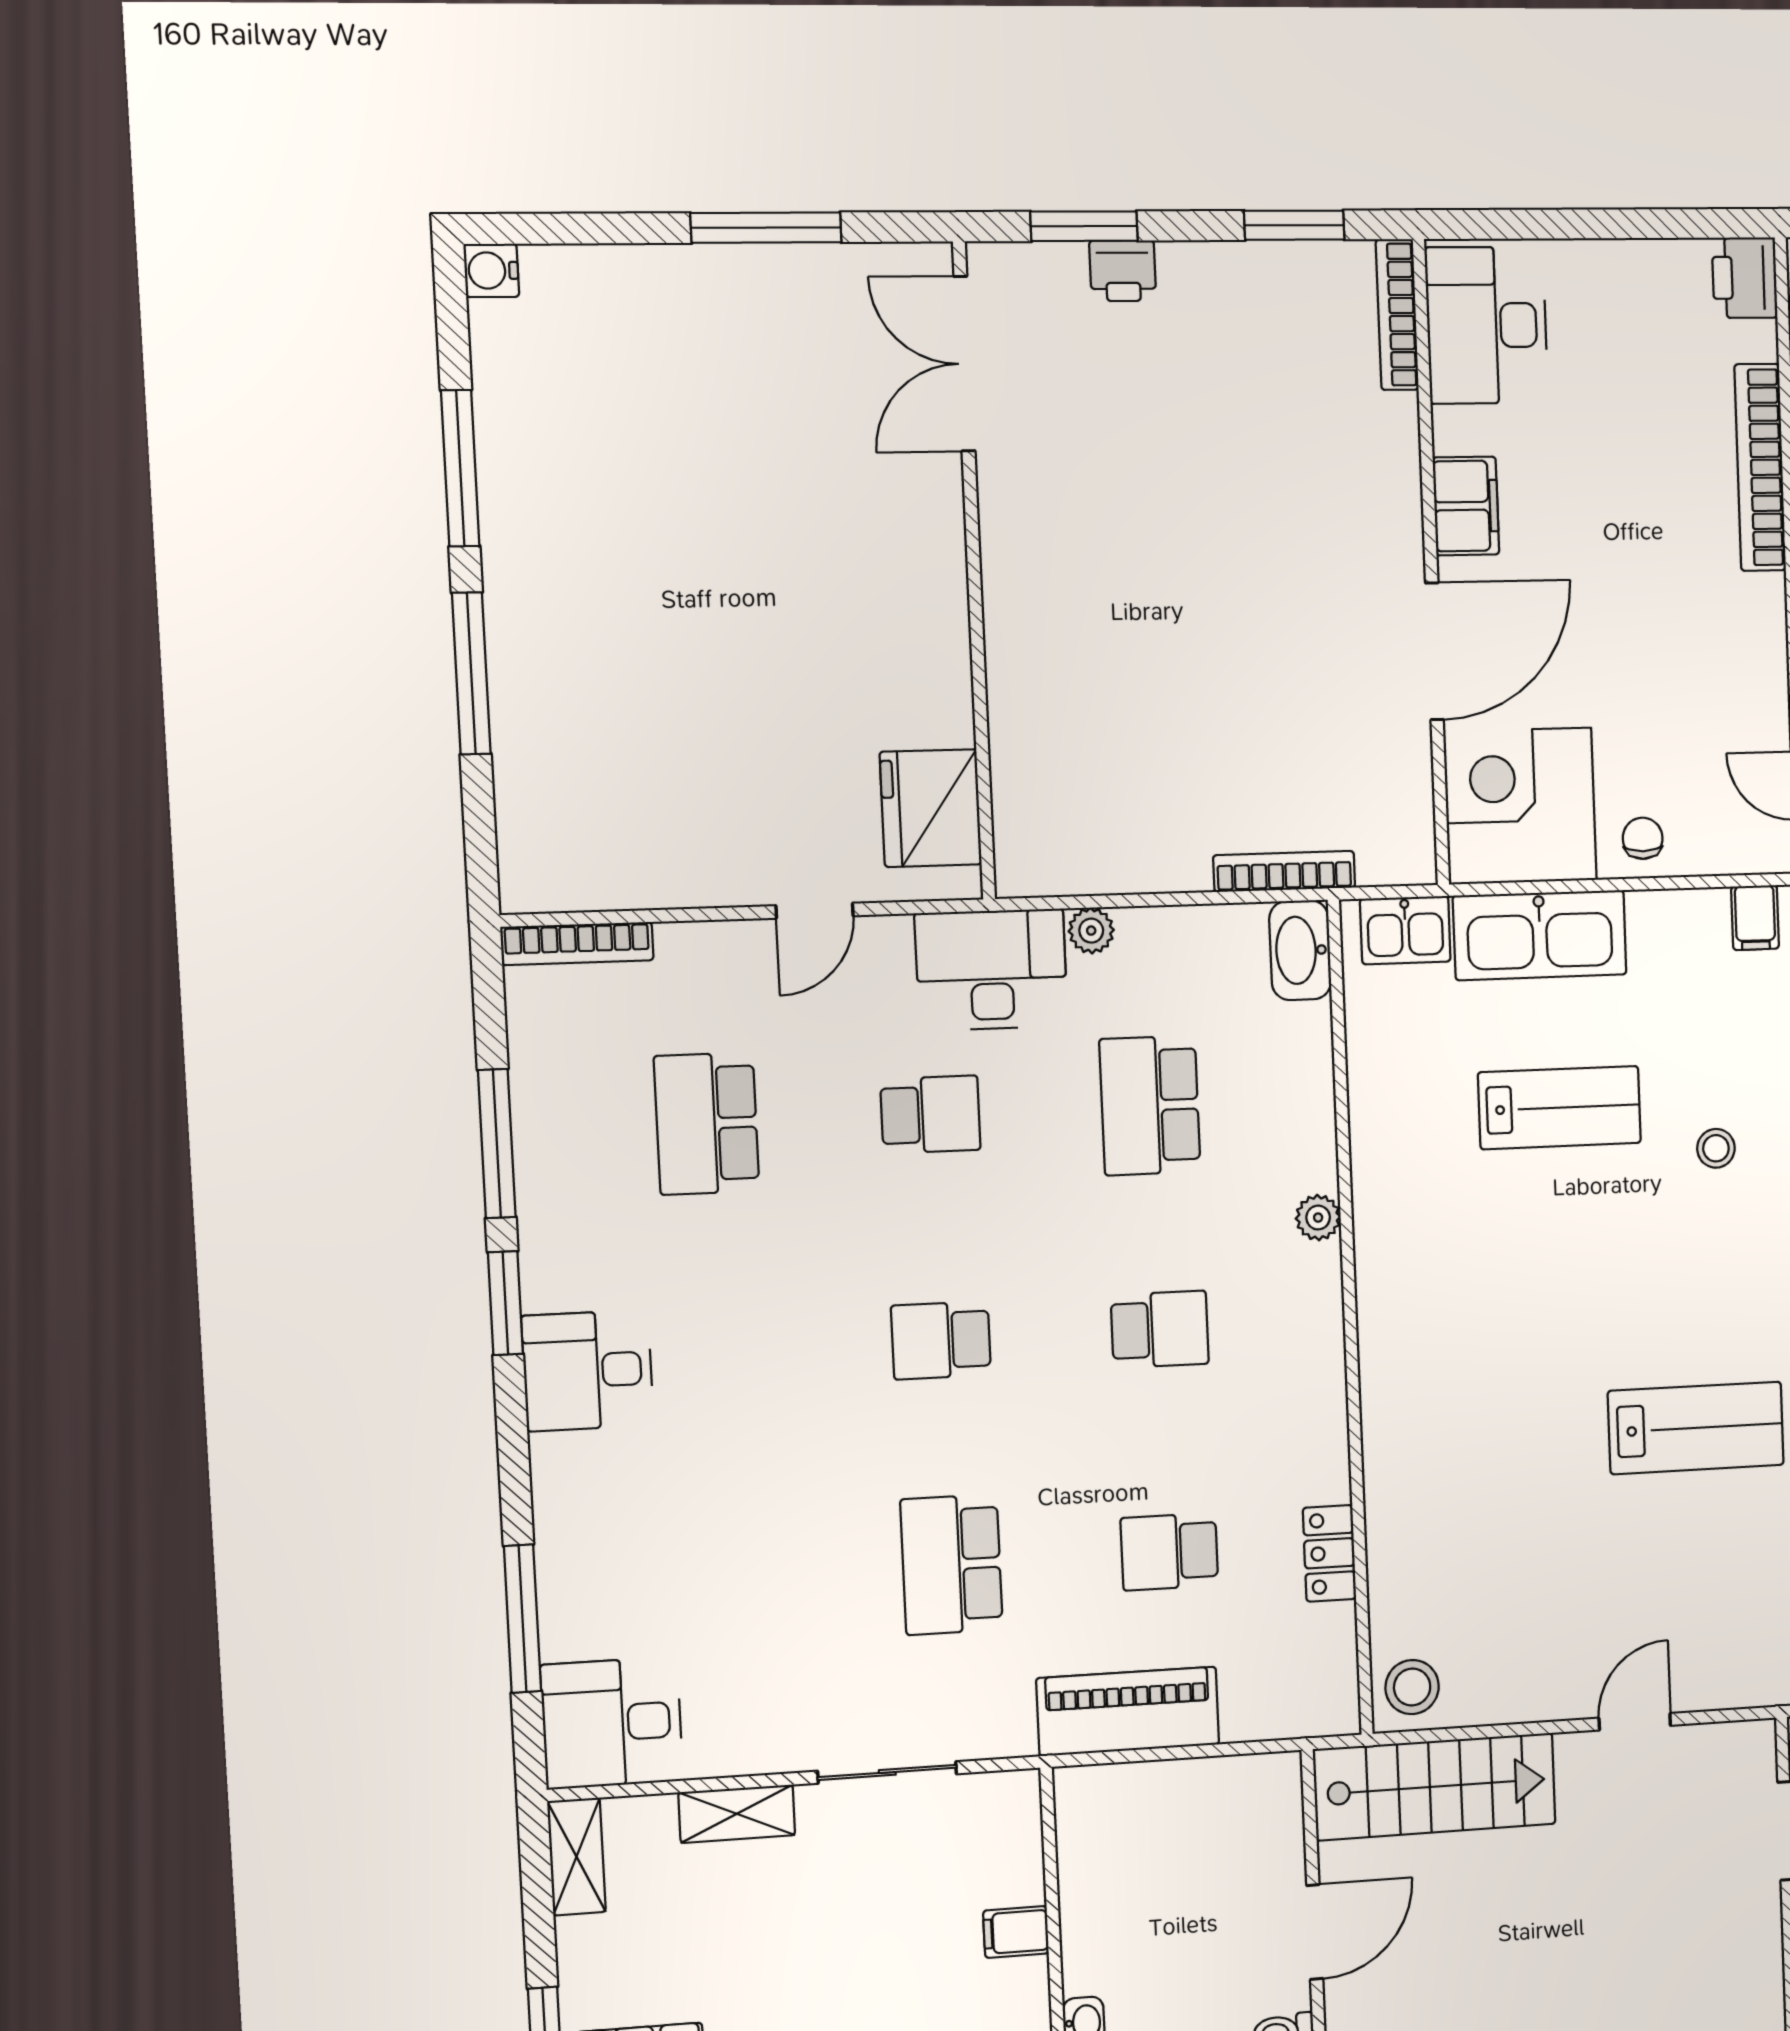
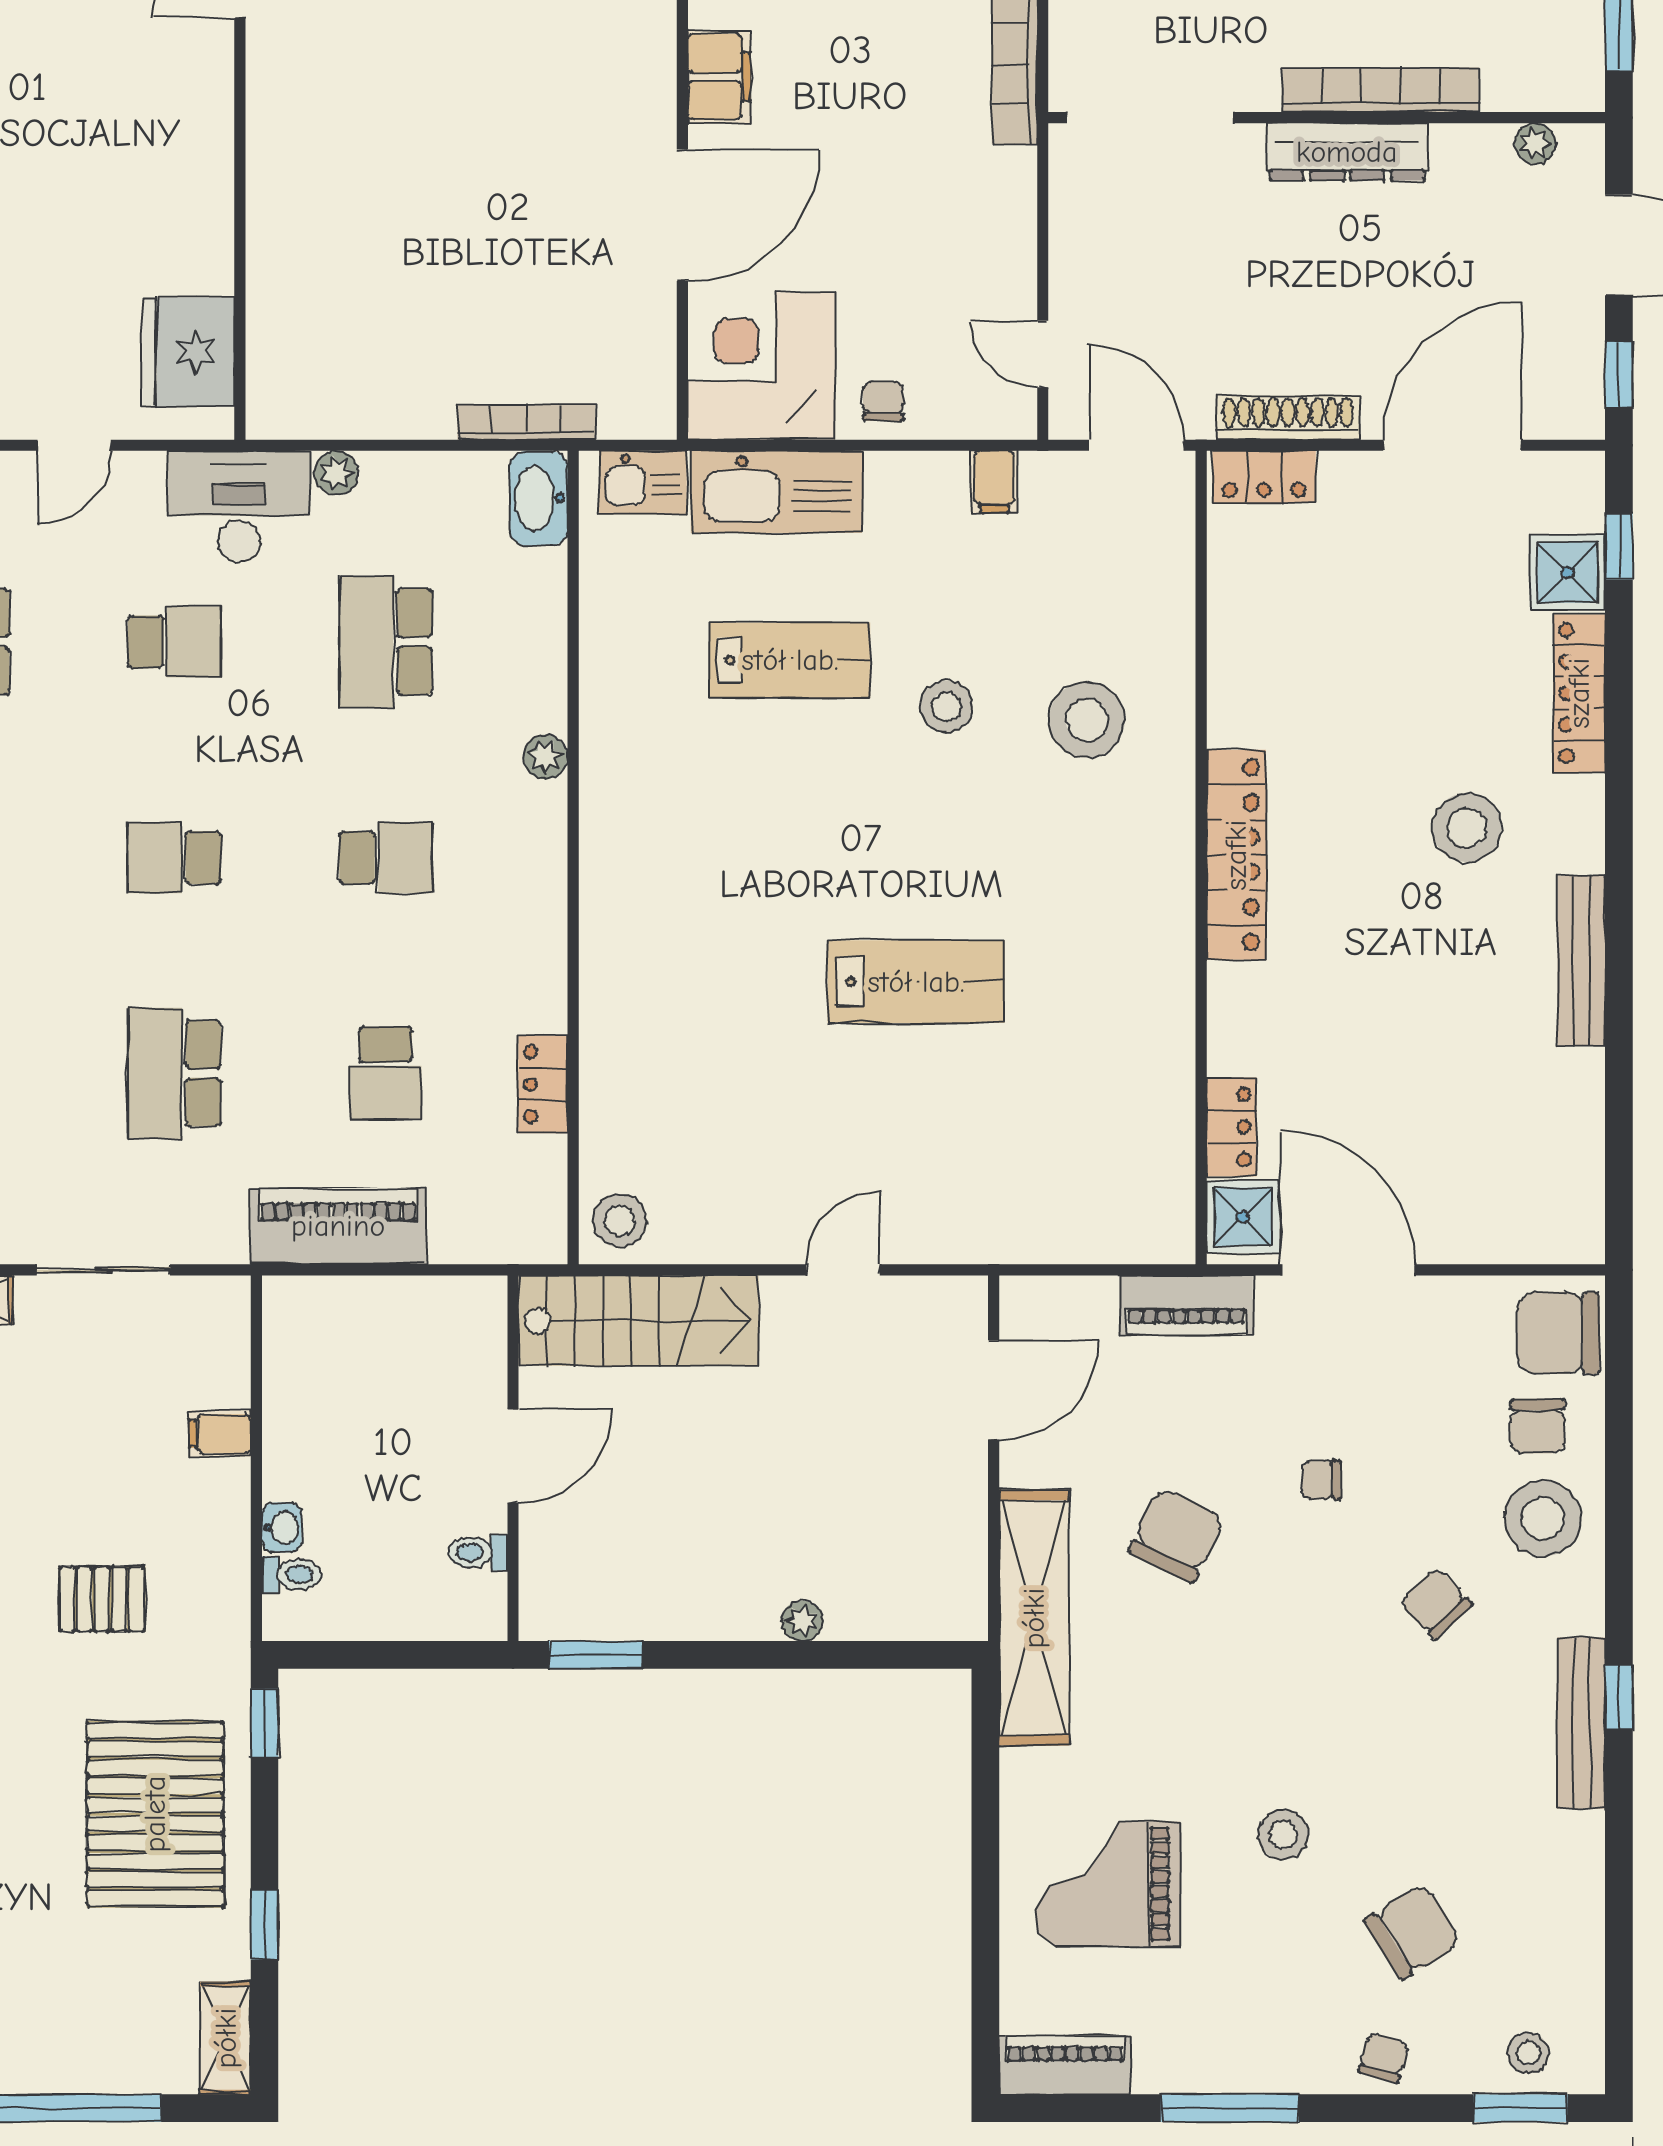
stool: (1716, 1148) -> (946, 707), width x1.37, depth x1.37
school desk: (1169, 1552) -> (386, 1073), turned -90

